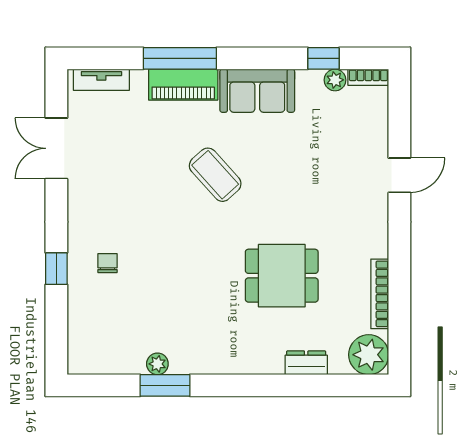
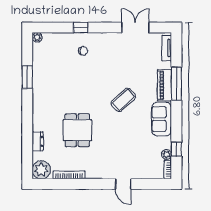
plant: (157, 364) -> (37, 37), moved

